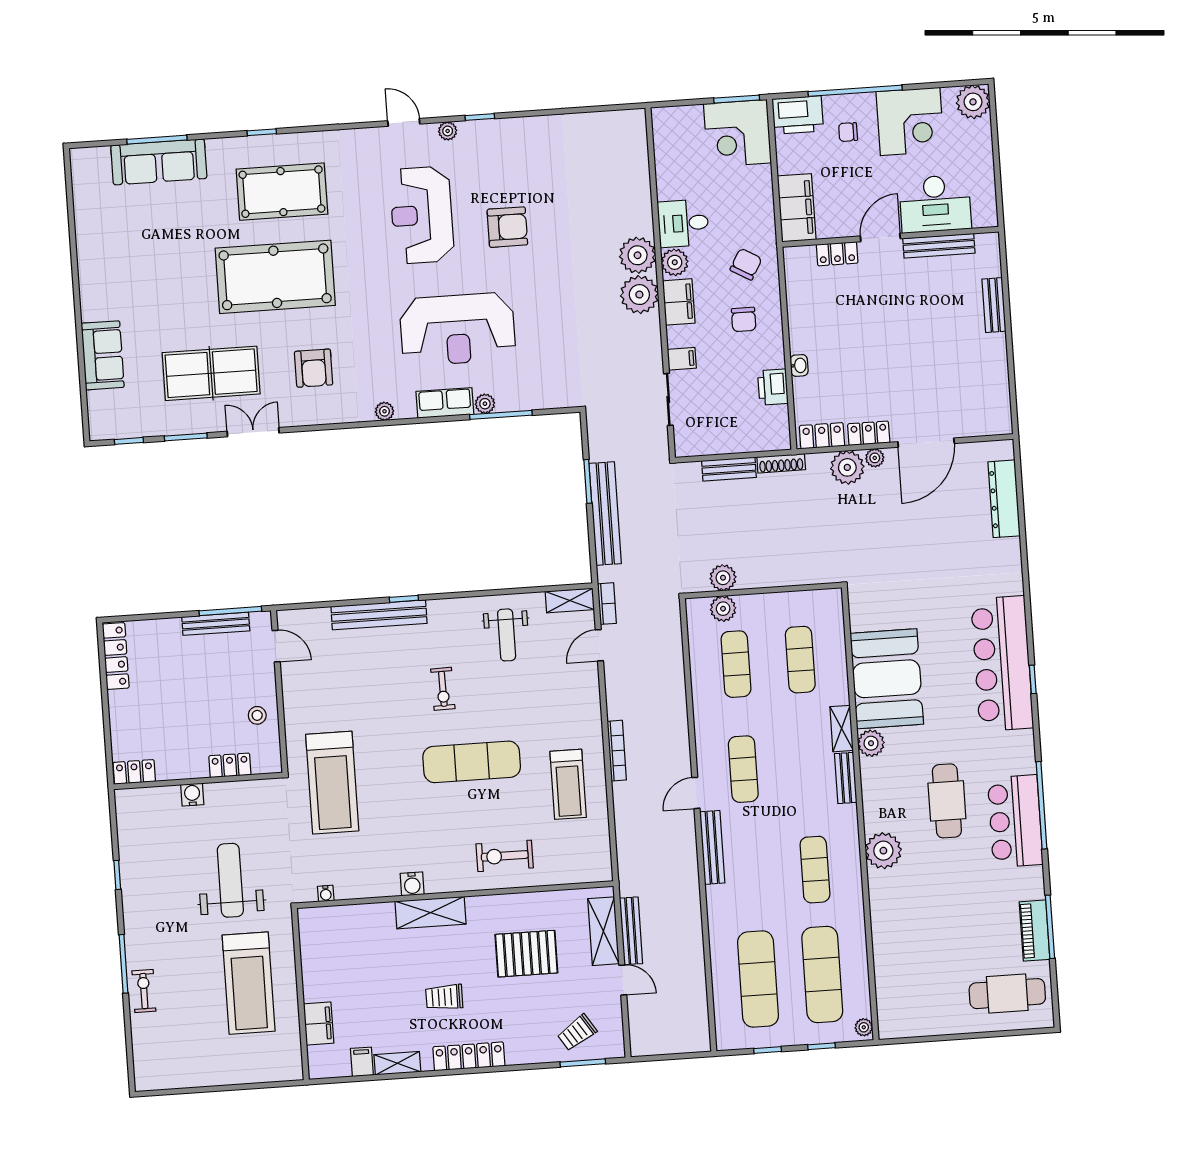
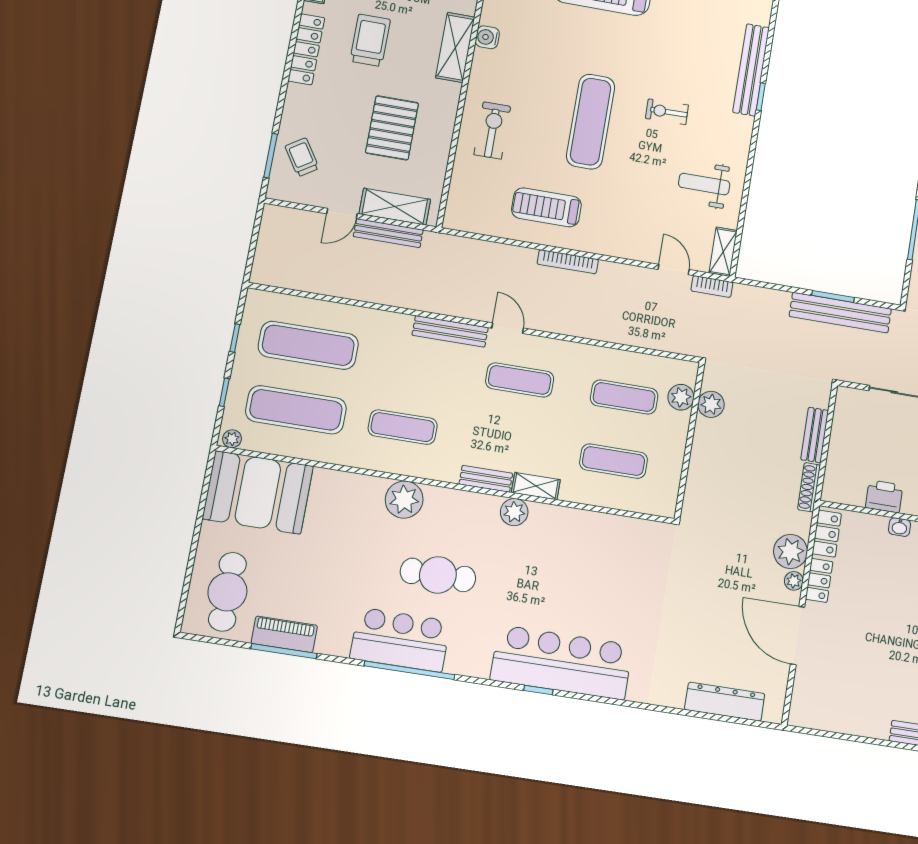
bench: (605, 514) -> (840, 313), moved
booth: (887, 679) -> (258, 492), moved
trolley: (444, 997) -> (370, 40), width x1.36, depth x1.39

